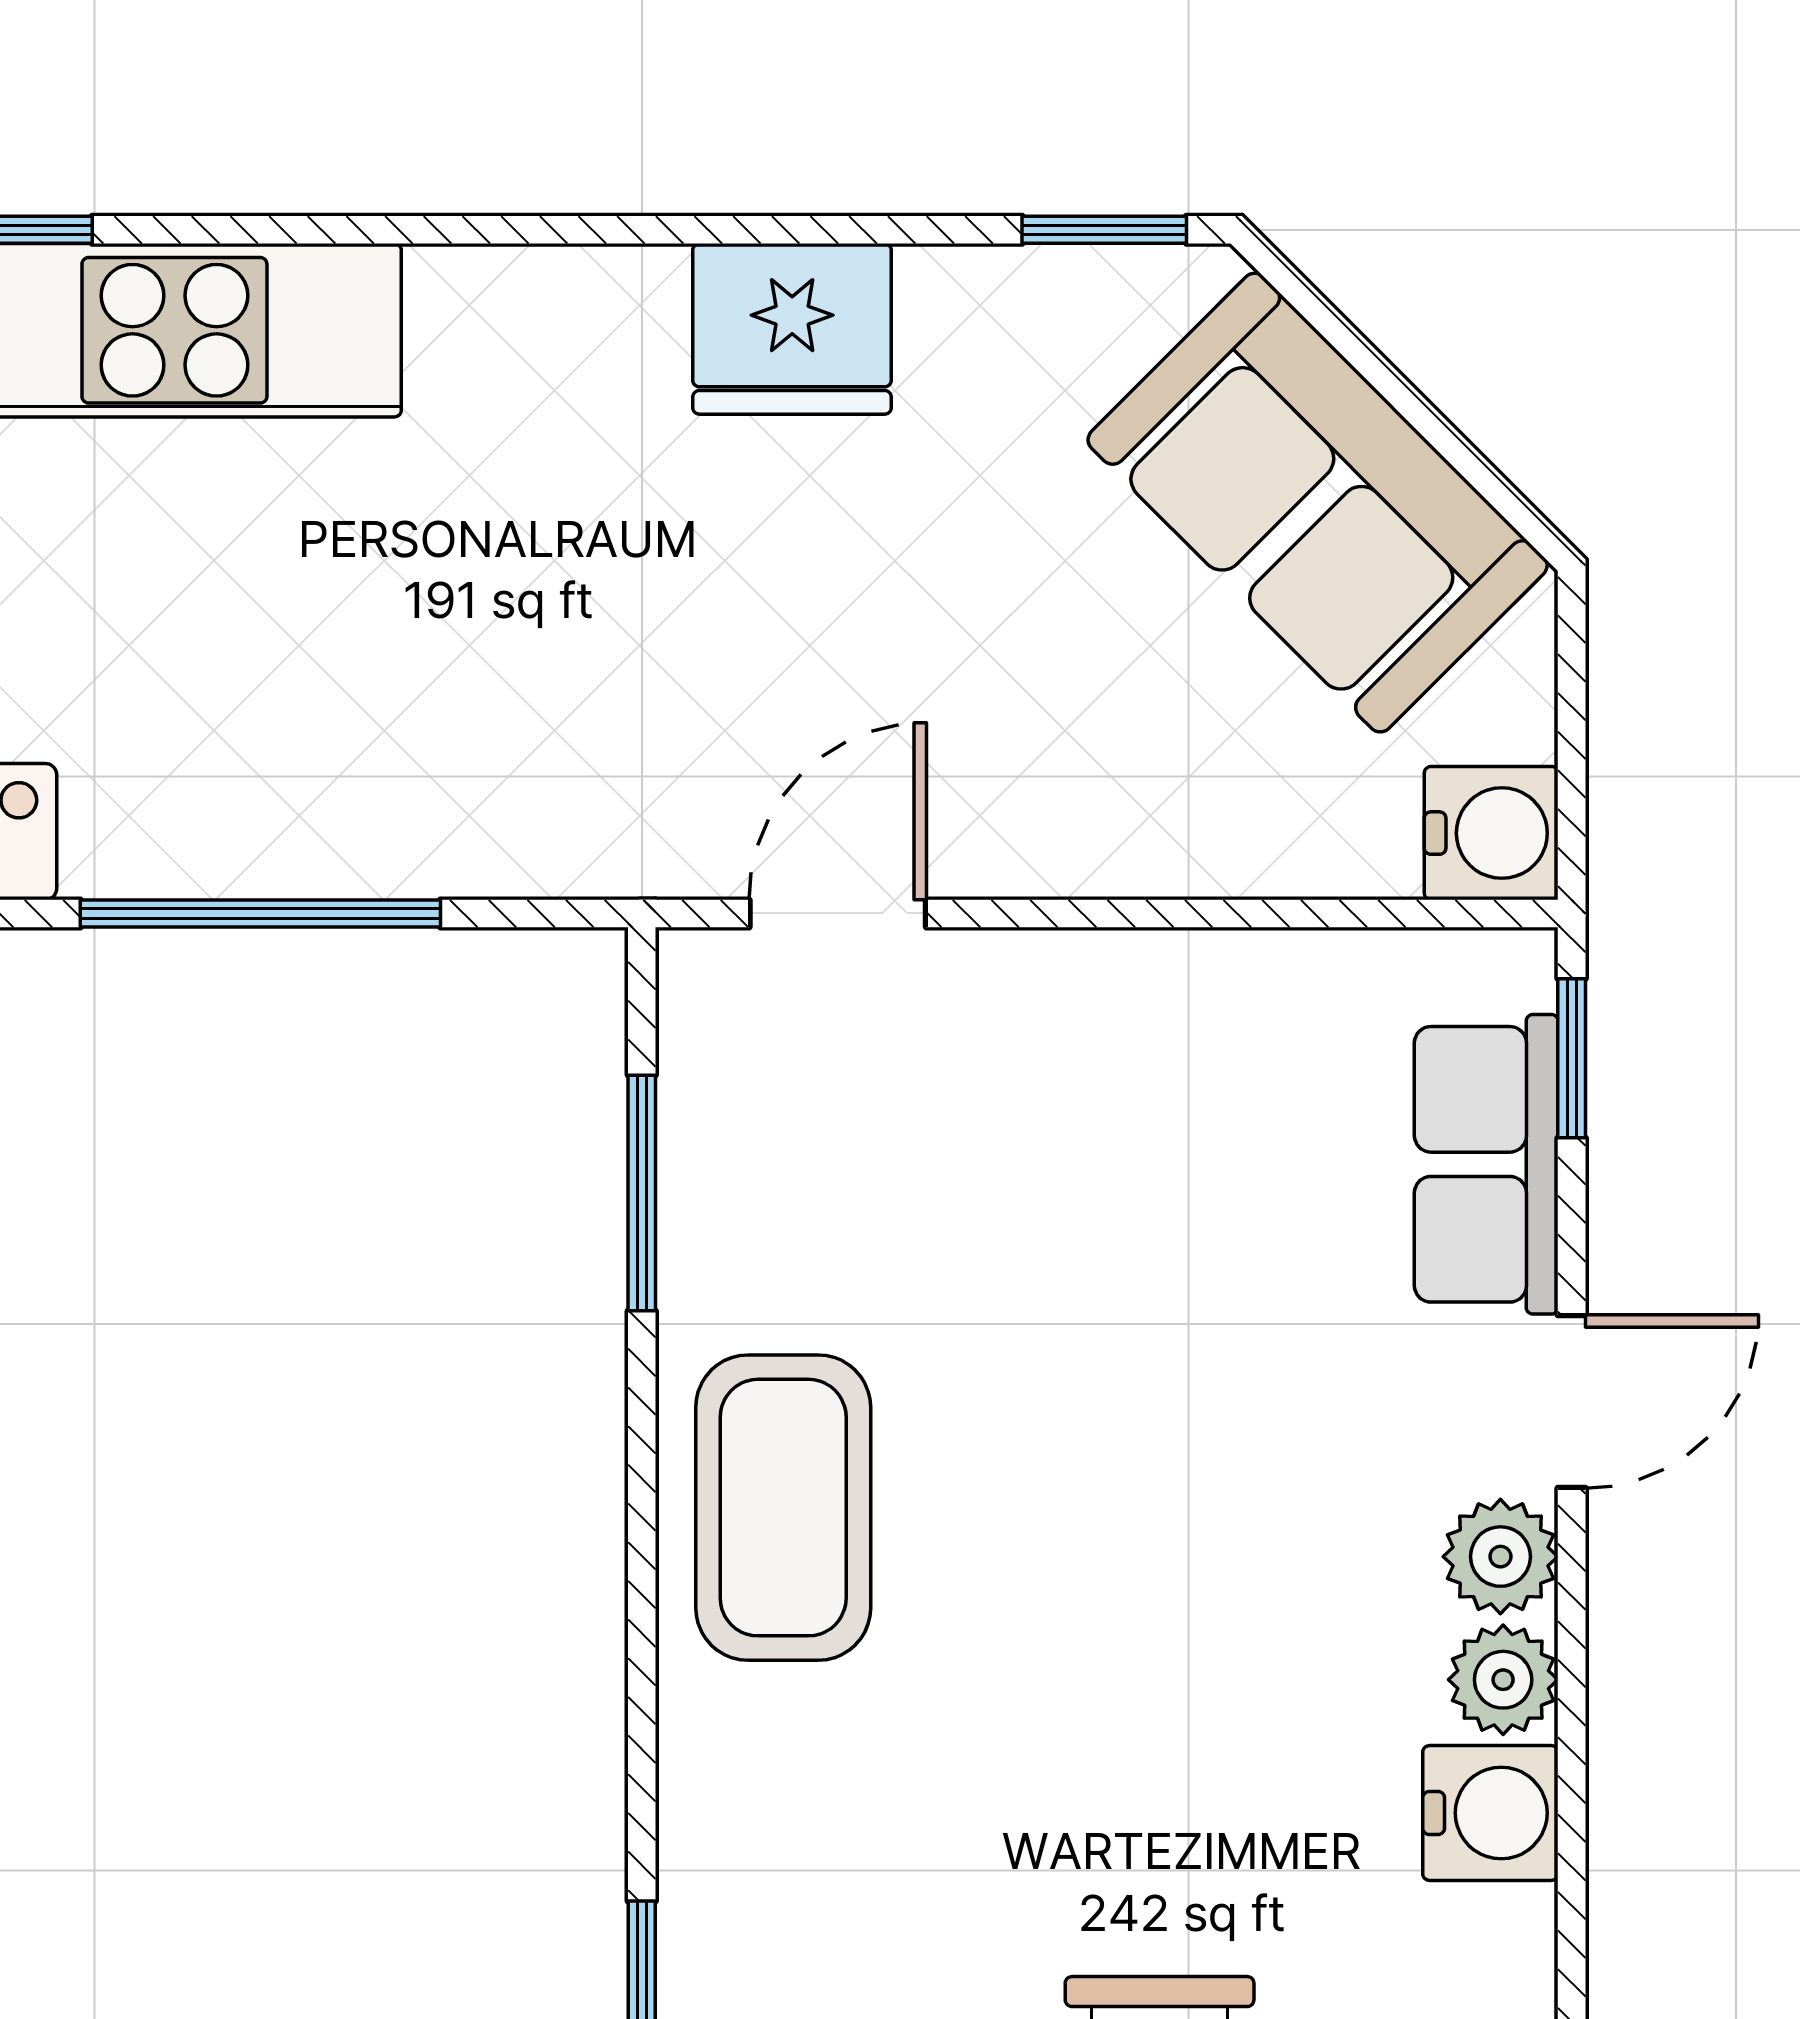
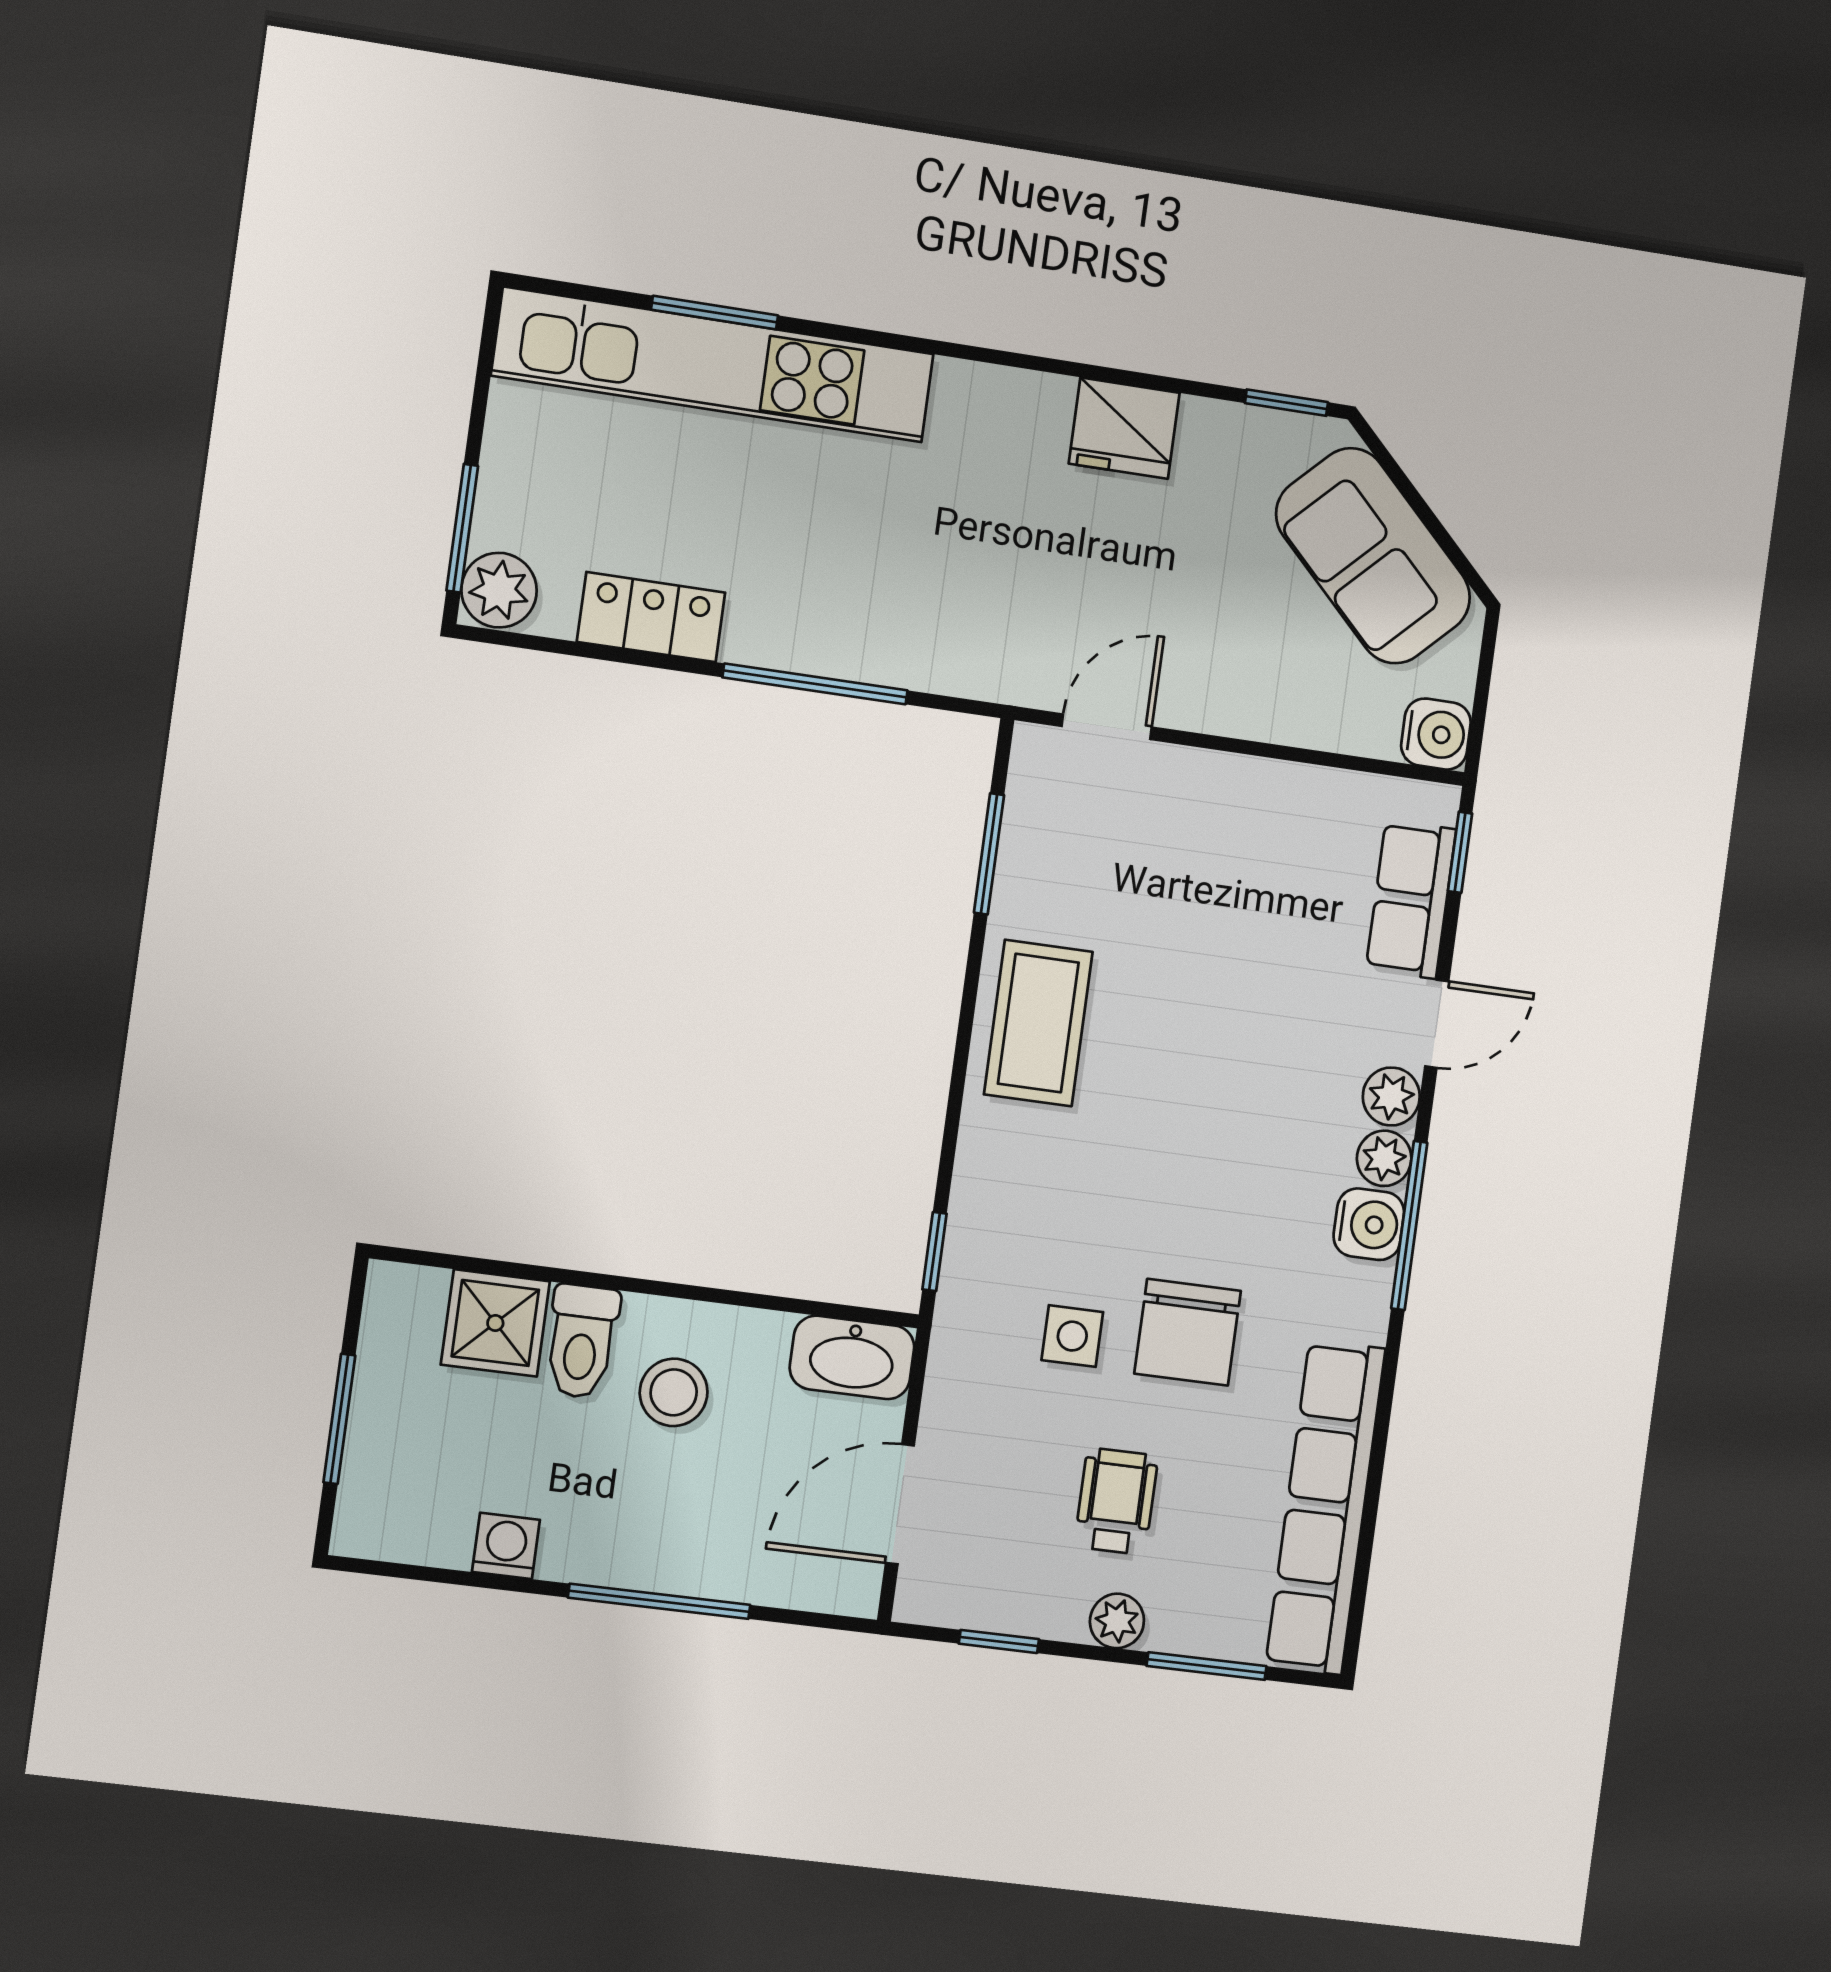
window: (1572, 1805) -> (1409, 1226), added

